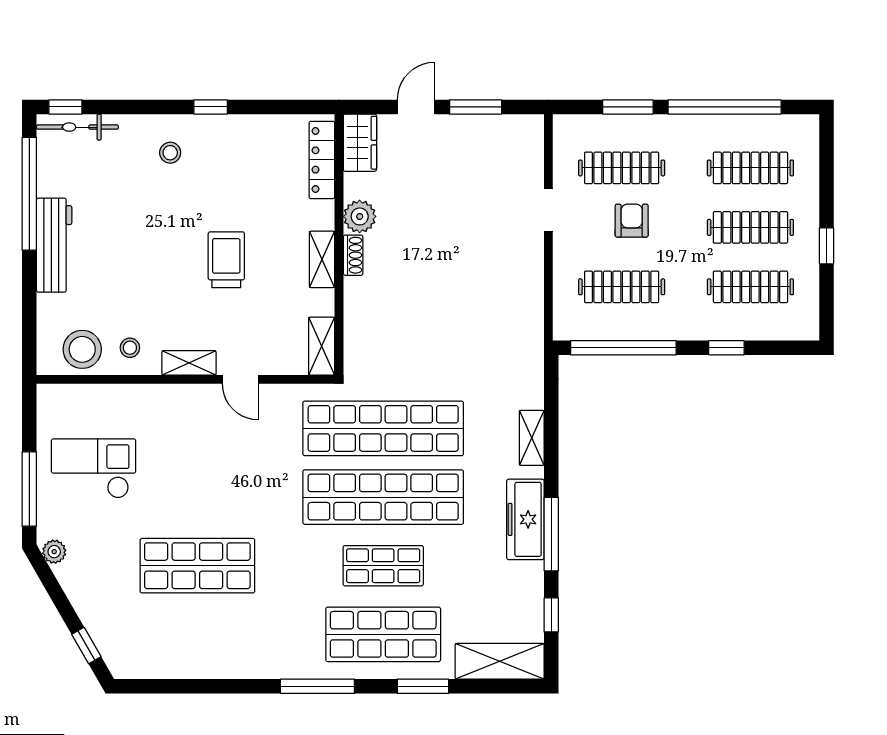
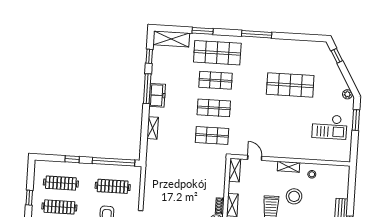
stool: (82, 349) -> (294, 196), moved
door: (240, 379) -> (255, 158), moved
shop shelf: (383, 428) -> (212, 135), width x0.50, depth x0.74
window: (29, 489) -> (356, 120), width x0.69
shop shelf: (383, 497) -> (214, 108), width x0.50, depth x0.74
freezer: (525, 519) -> (157, 95), width x0.71
window: (317, 686) -> (257, 34), moved

